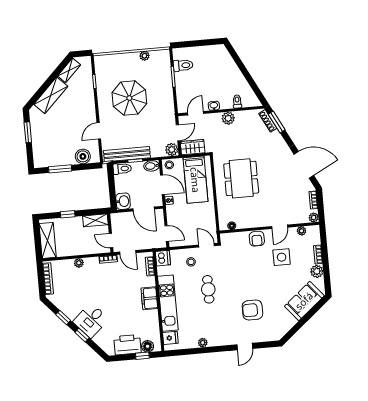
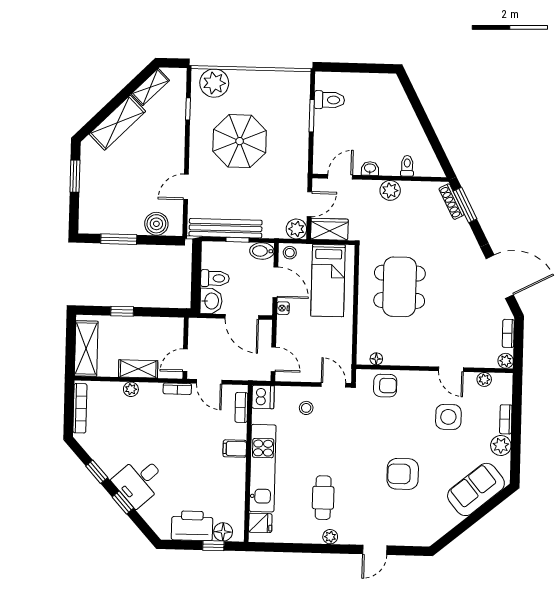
plant: (144, 56) -> (214, 83), moved, width x1.87, depth x1.87
toilet: (122, 169) -> (215, 278), moved
shelving: (95, 220) -> (138, 369), moved
door: (280, 227) -> (451, 369), hinge flipped
armchair: (257, 239) -> (385, 386), moved, turned -90
door: (111, 241) -> (185, 360), hinge flipped
cafe table: (208, 289) -> (323, 498), moved
filing cabinet: (149, 298) -> (235, 449), width x0.50
armchair: (252, 310) -> (403, 474), moved
plant: (203, 343) -> (330, 537), moved

